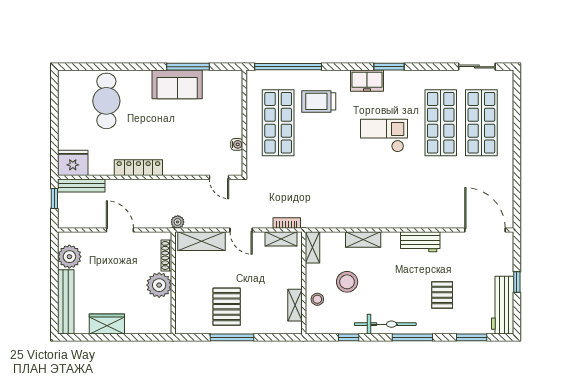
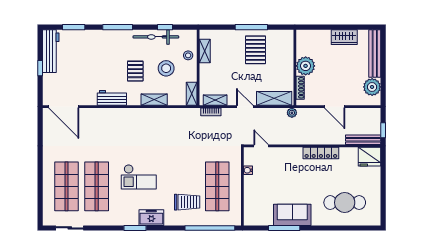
cafe table: (106, 101) -> (345, 203), turned 90
pallet: (442, 295) -> (135, 71), moved
bicycle: (385, 324) -> (156, 37), moved

